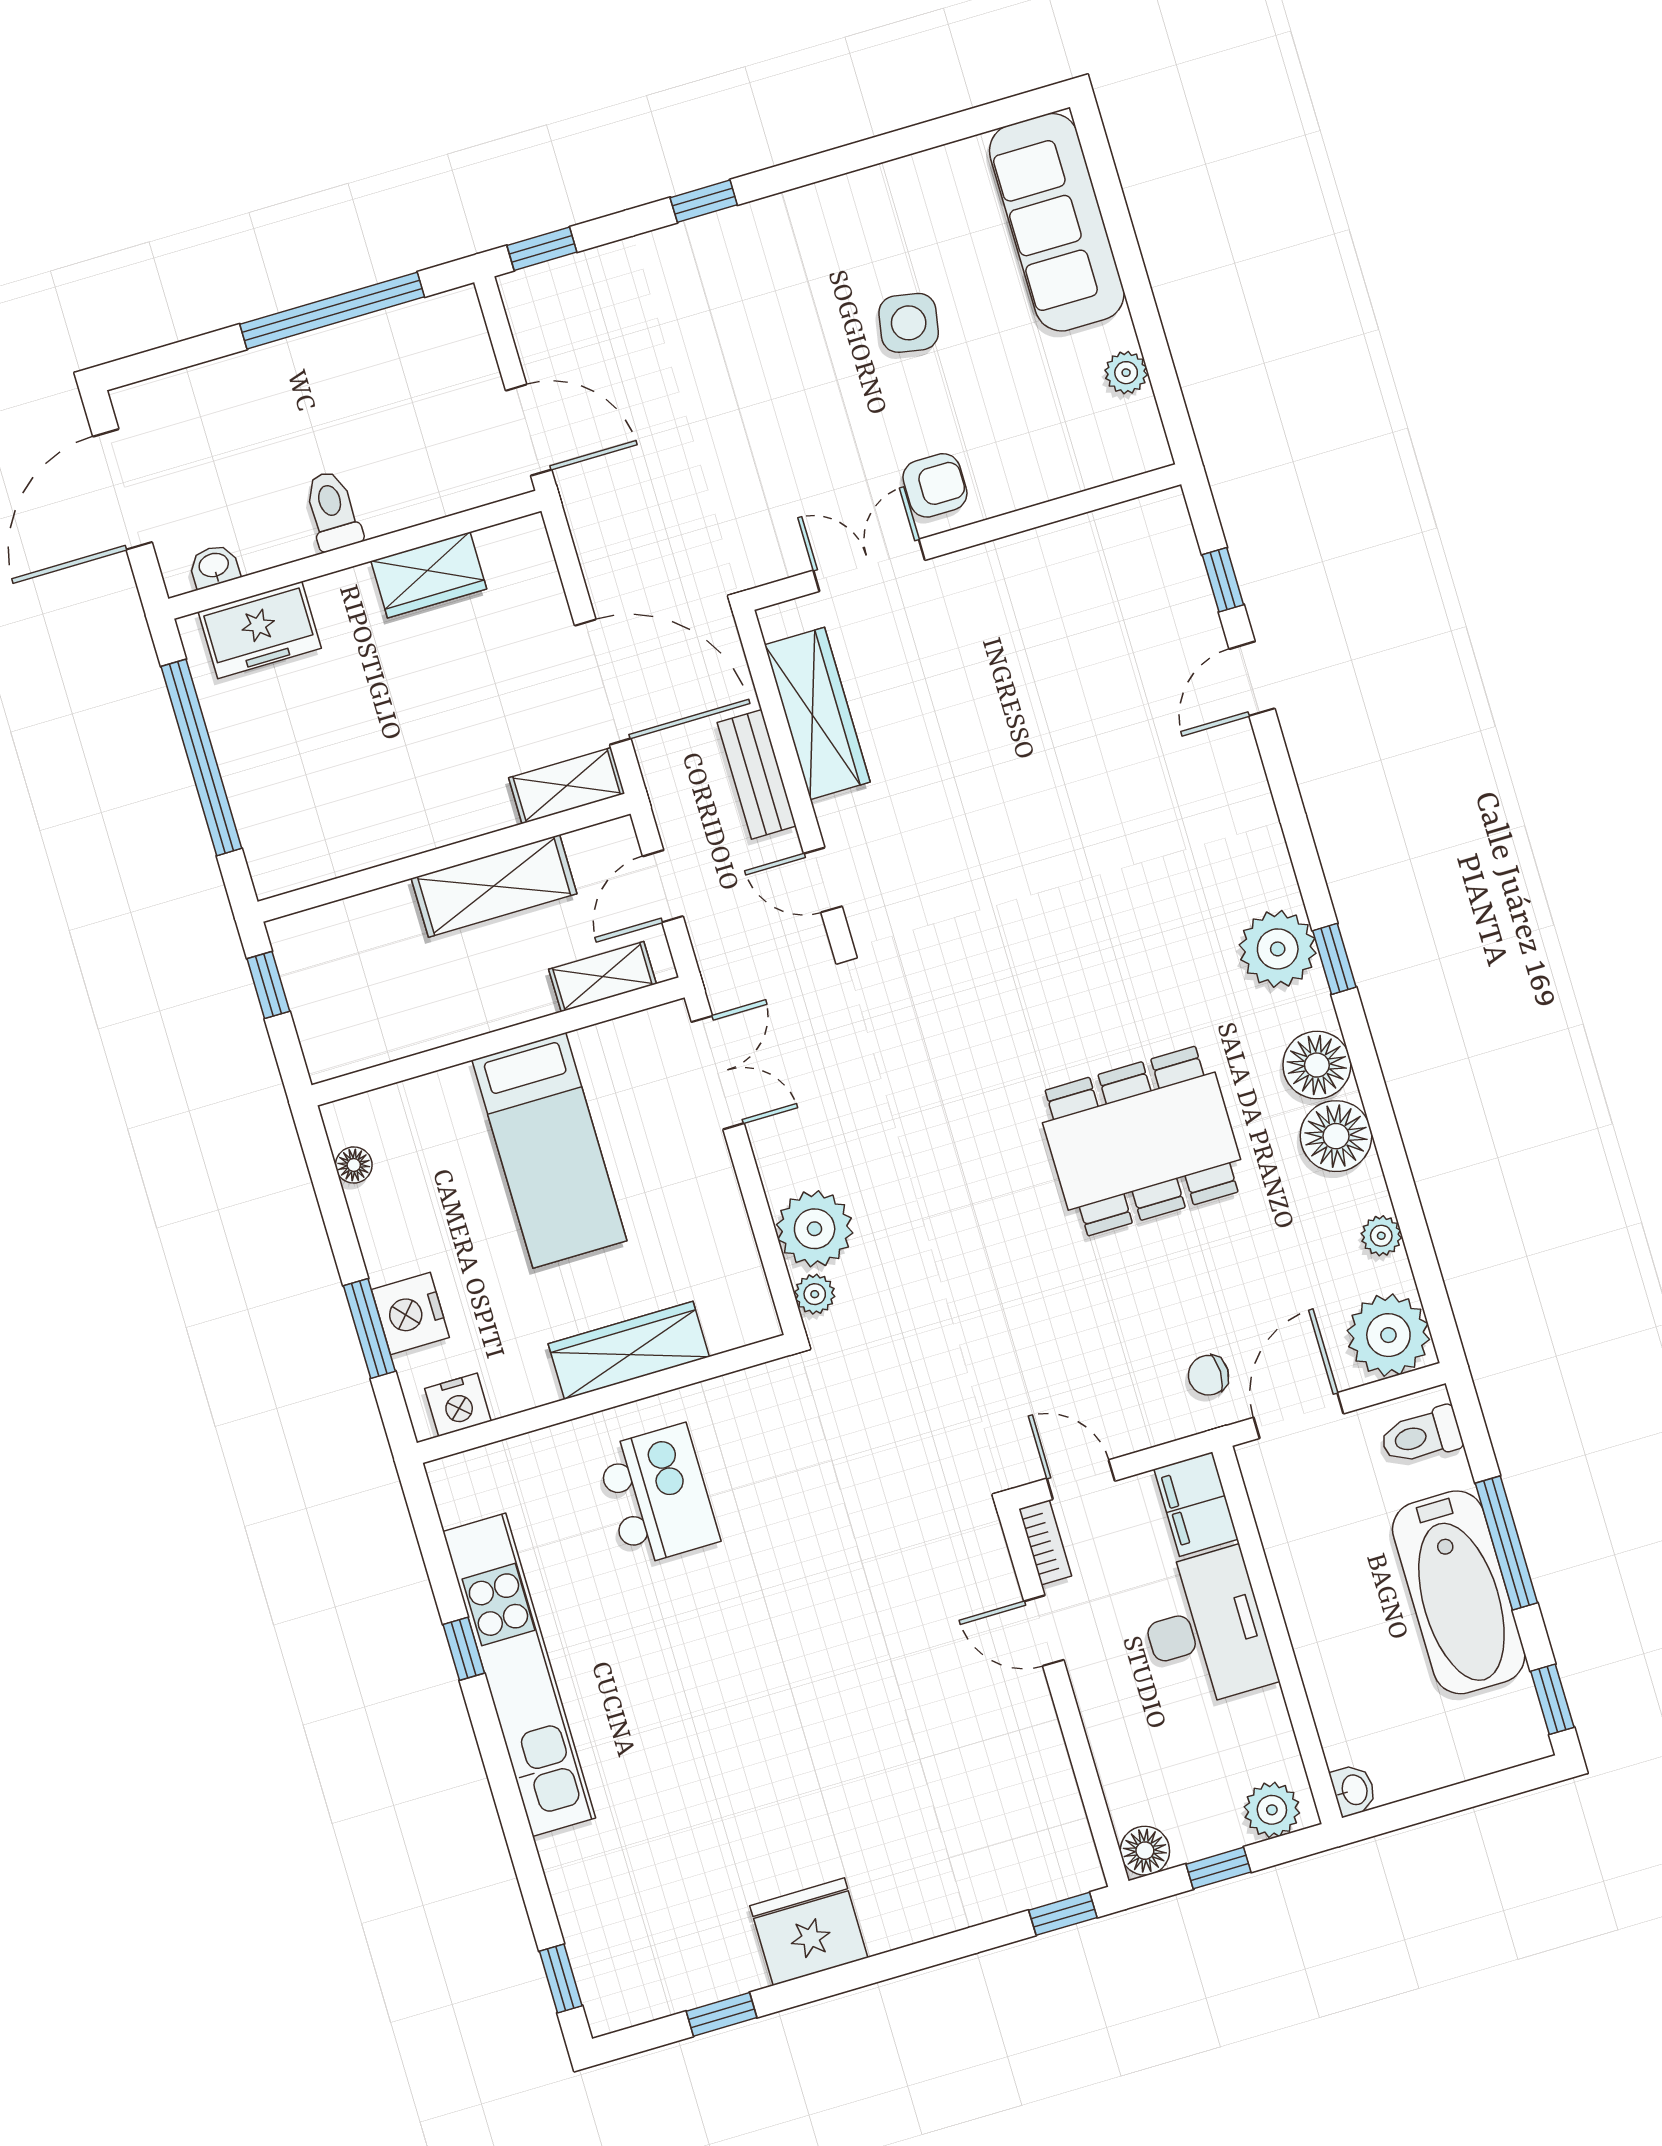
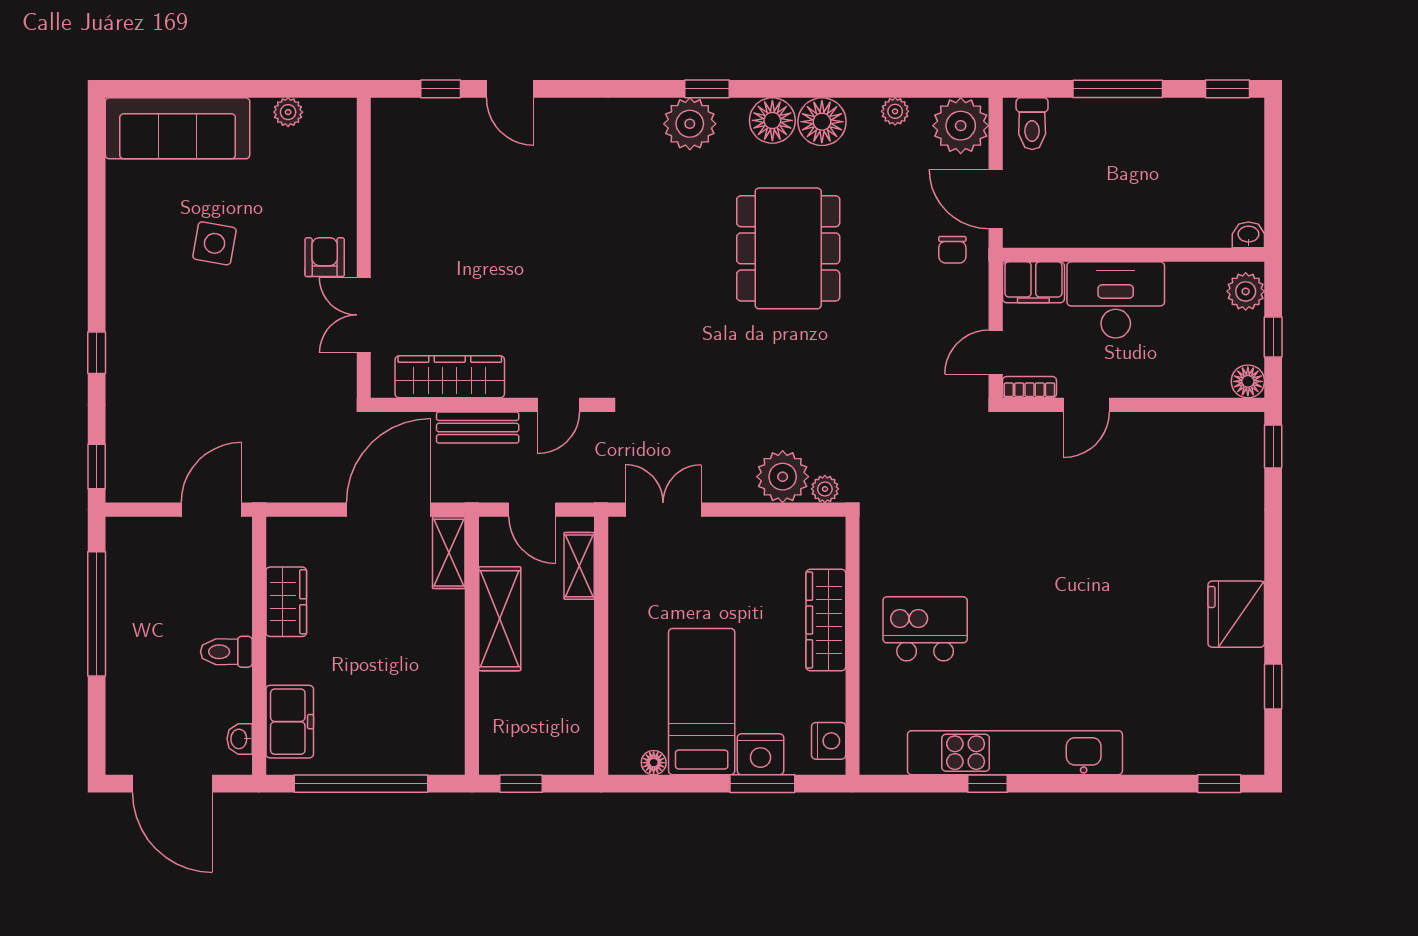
bed: (549, 1150) -> (702, 702), moved, turned -90
bathtub: (1459, 1592) -> (1141, 129), removed

